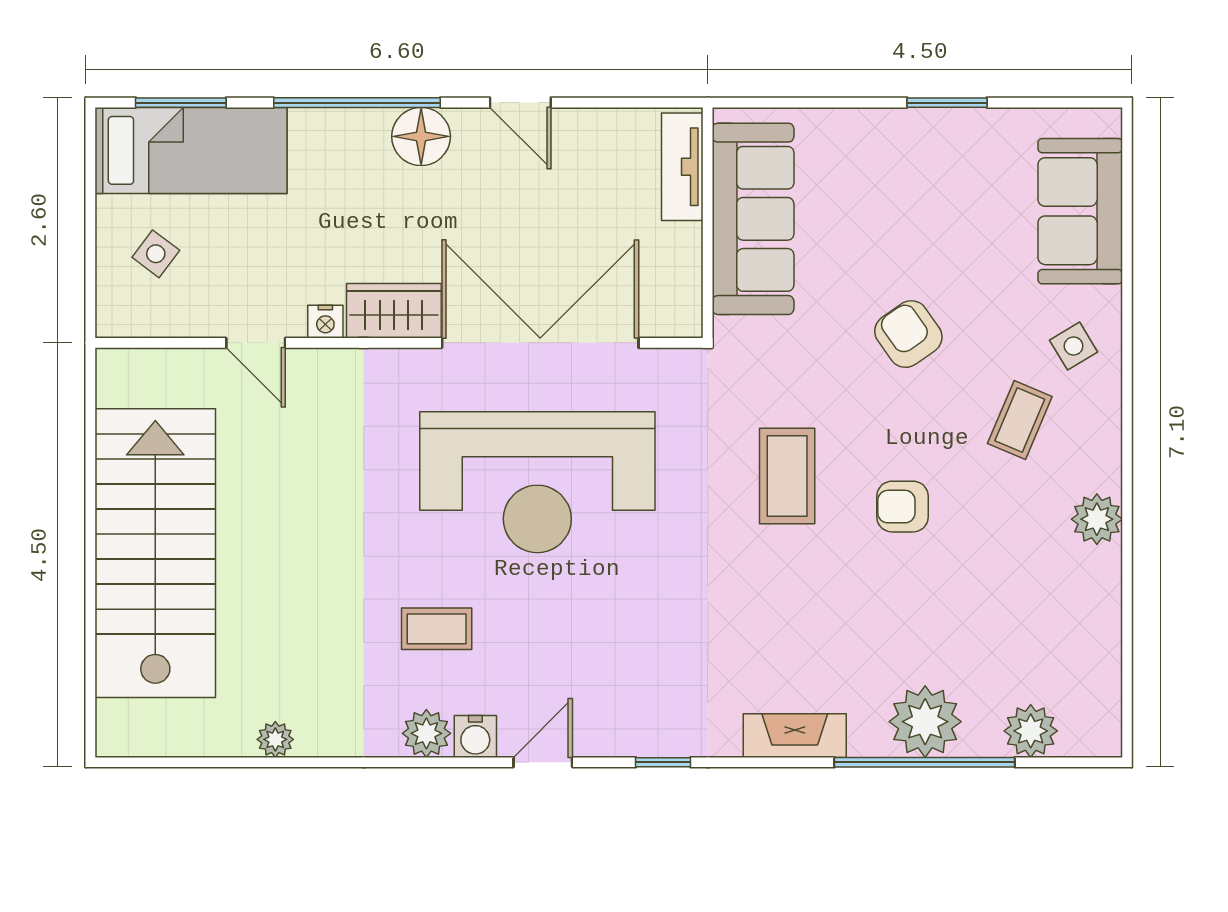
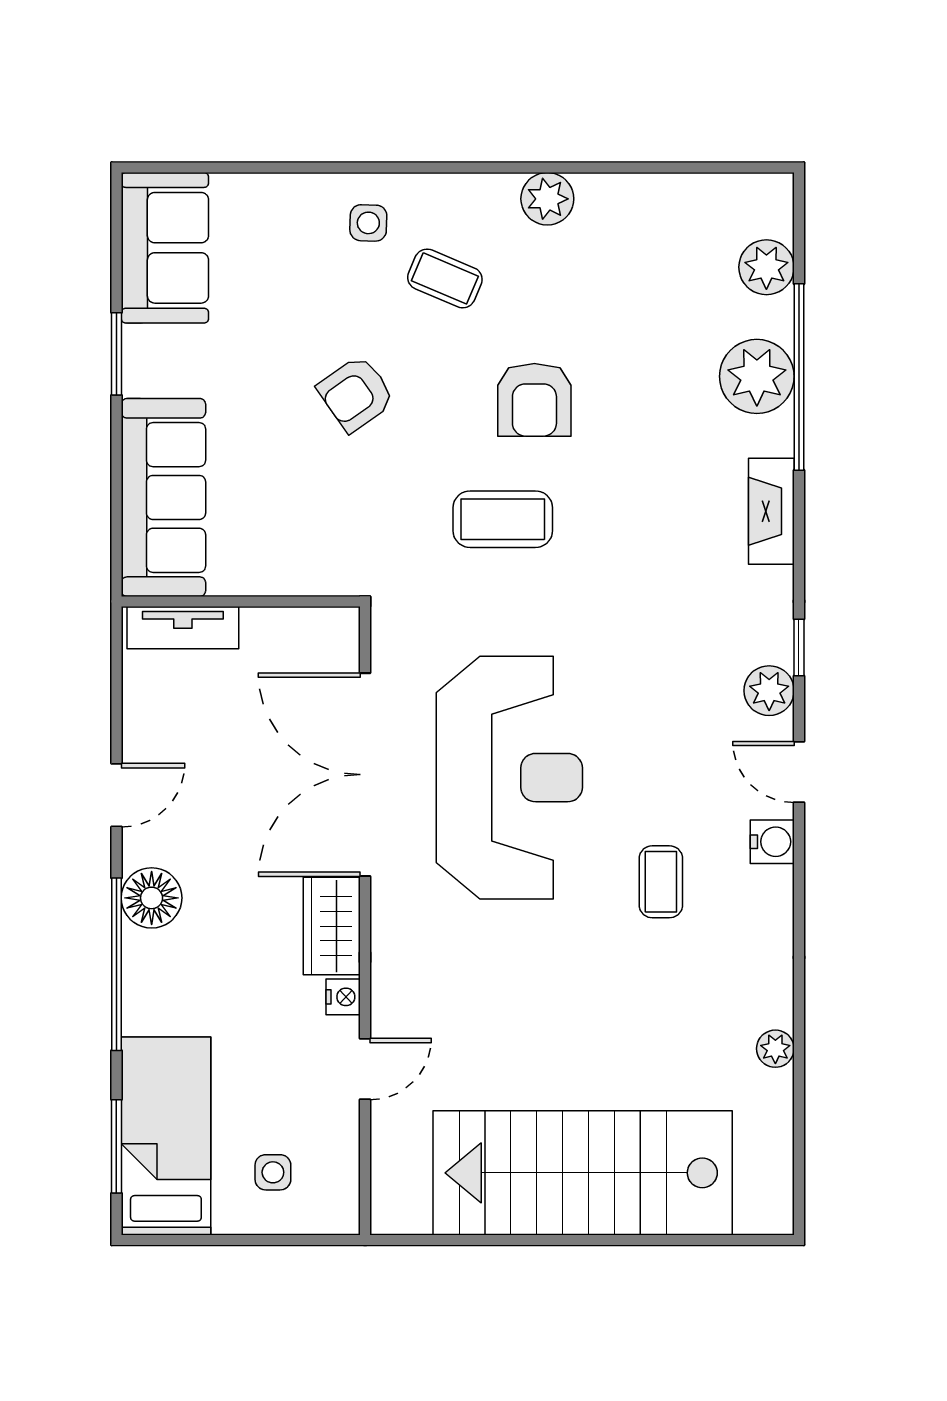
sofa: (1080, 211) -> (165, 248), moved, turned -90
sofa: (753, 219) -> (163, 497), moved, turned 90
side table: (156, 254) -> (273, 1172), turned -37
side table: (1074, 346) -> (368, 223), turned 33
armchair: (903, 507) -> (534, 400), width x1.38, depth x1.38
plant: (426, 733) -> (769, 691), moved

